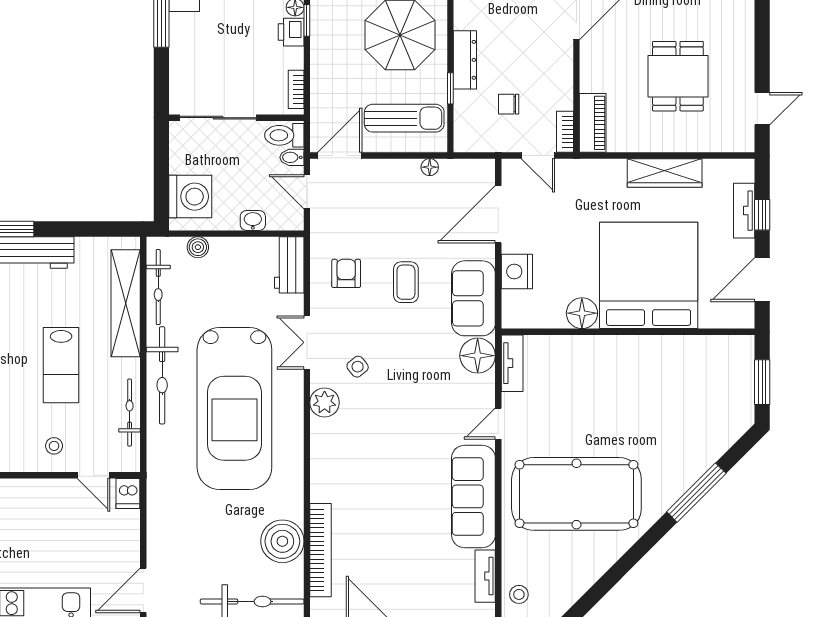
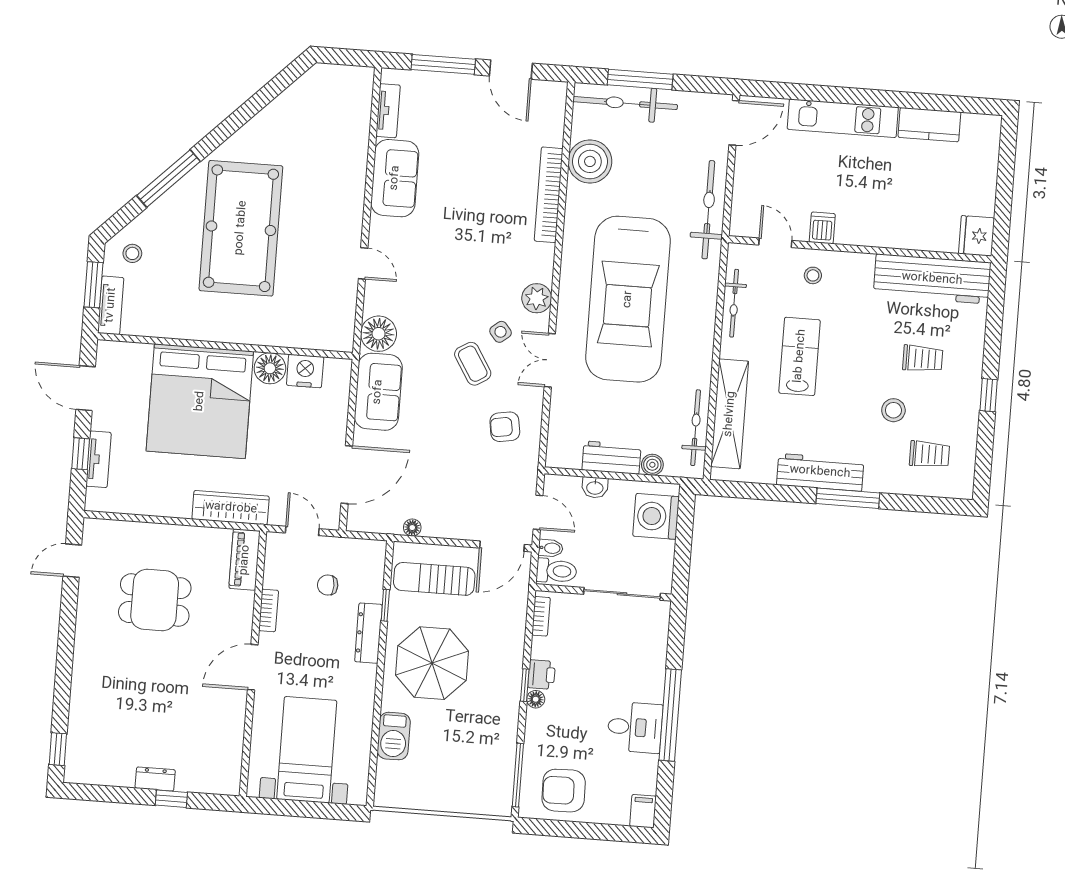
dining table: (678, 76) -> (155, 600), turned 90
chair: (509, 104) -> (328, 585), turned 180
bookcase: (565, 132) -> (269, 610), moved
wardrobe: (665, 173) -> (231, 508), moved
workbench: (289, 265) -> (611, 458), moved, turned -90
nightstand: (517, 272) -> (305, 371), moved, turned -90
armchair: (346, 273) -> (505, 427), turned 81
door: (762, 280) -> (86, 388), swing flipped
coffee table: (406, 282) -> (473, 364), moved, turned -32
double door: (307, 342) -> (550, 360), swing flipped
tv unit: (512, 363) -> (111, 305), moved, turned 180
bicycle: (162, 375) -> (708, 210), moved
car: (234, 409) -> (628, 299), turned 180
door: (498, 424) -> (363, 263), hinge flipped
dishwasher: (128, 493) -> (822, 228), moved
pool table: (576, 494) -> (241, 228), moved, turned 90
sofa: (473, 496) -> (395, 178), width x0.73
bookcase: (321, 550) -> (549, 195), moved
stool: (519, 594) -> (132, 253), moved

